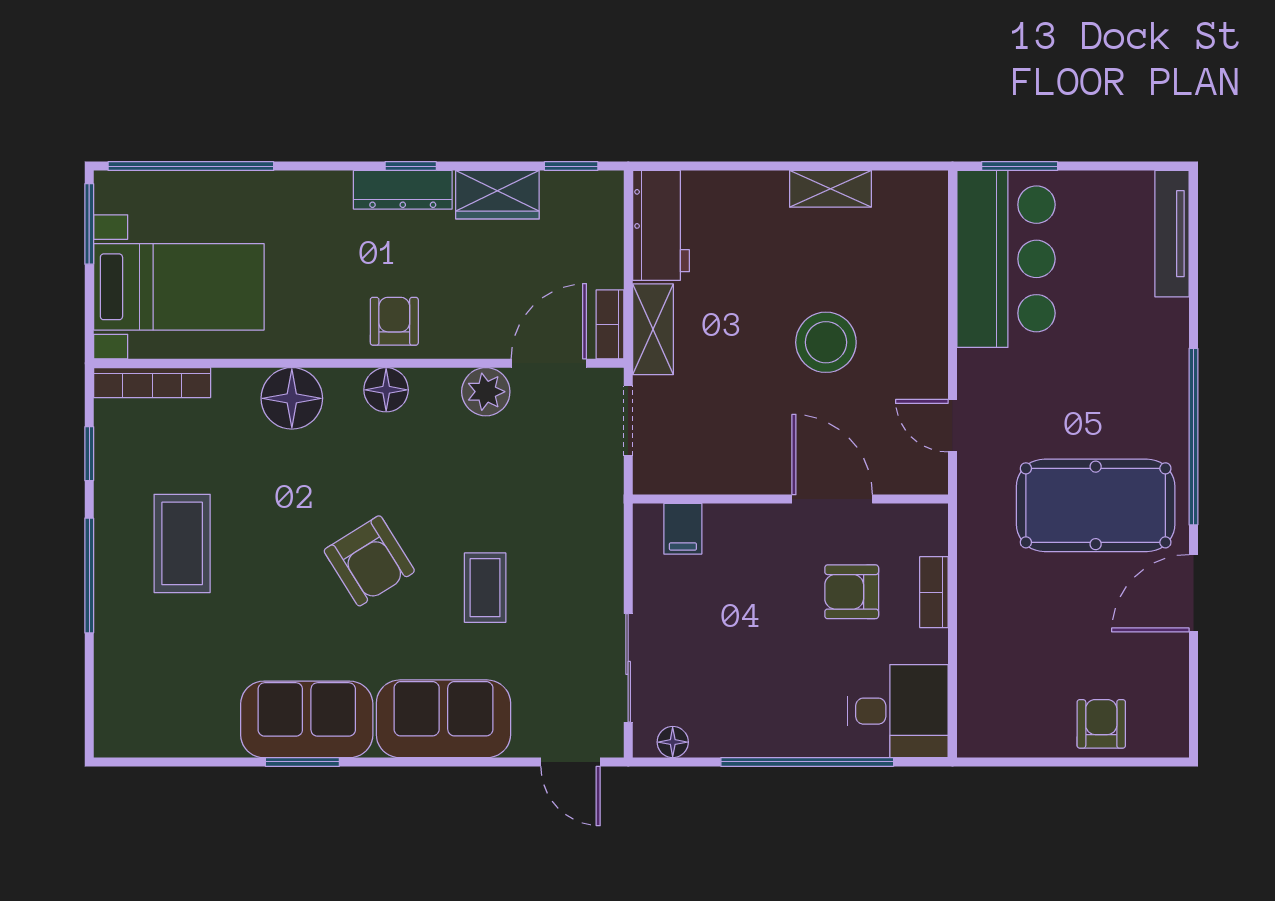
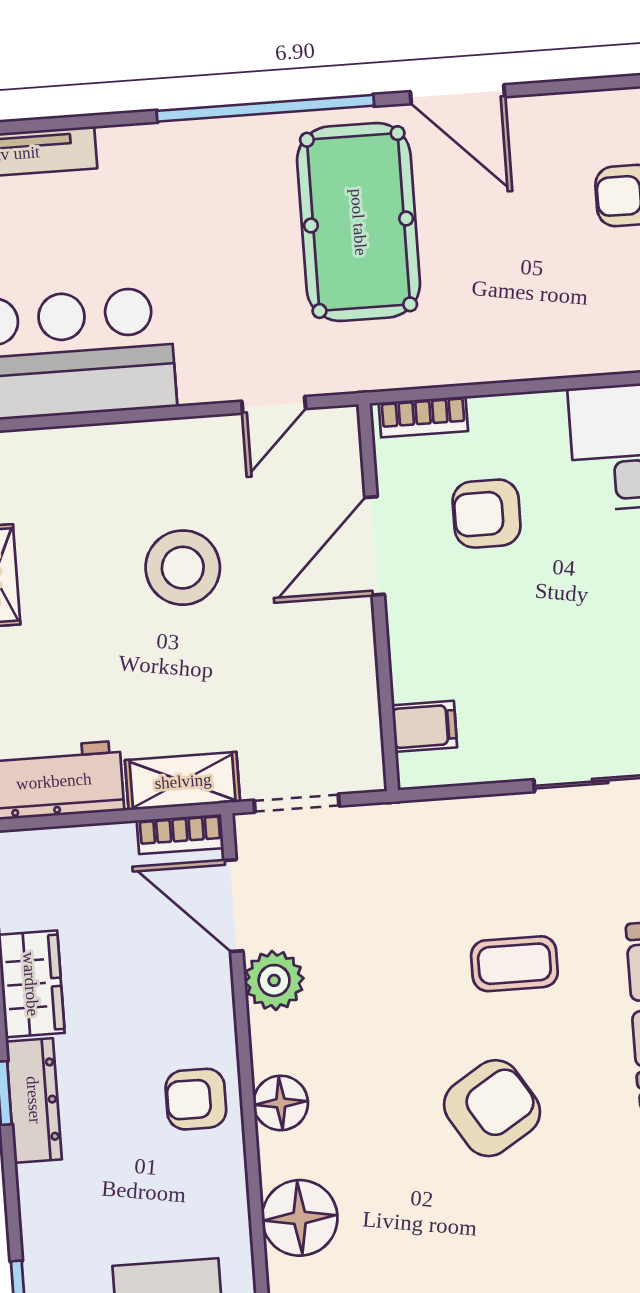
armchair: (852, 592) -> (487, 514), turned 90
bookcase: (934, 592) -> (423, 417), moved

